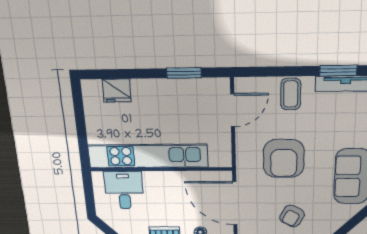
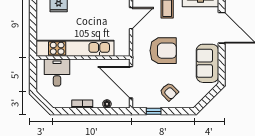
armchair: (284, 159) -> (163, 51), turned -90
armchair: (292, 216) -> (169, 92), turned -73

